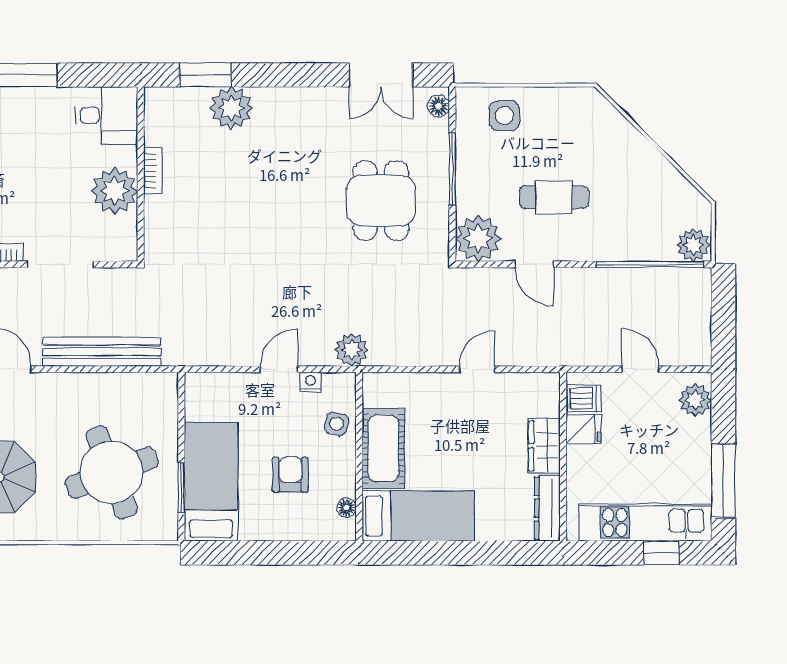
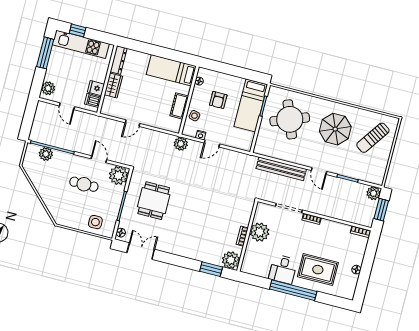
plant: (231, 108) -> (231, 260), moved
desk: (107, 115) -> (283, 269), moved, turned -90
plant: (693, 245) -> (46, 154), moved
cot: (383, 448) -> (179, 106), width x0.73, depth x0.75

